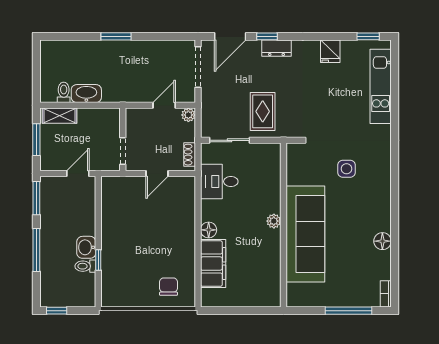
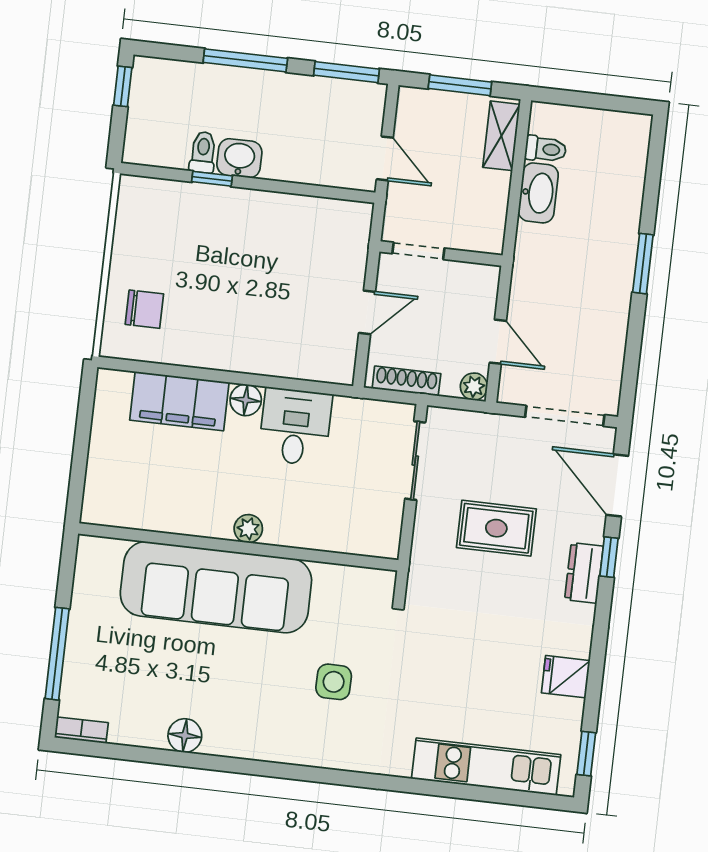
rug: (263, 111) -> (496, 528), moved
shoe rack: (190, 155) -> (406, 381), width x1.43
door: (157, 173) -> (367, 312), swing flipped
desk: (219, 182) -> (295, 427), moved

